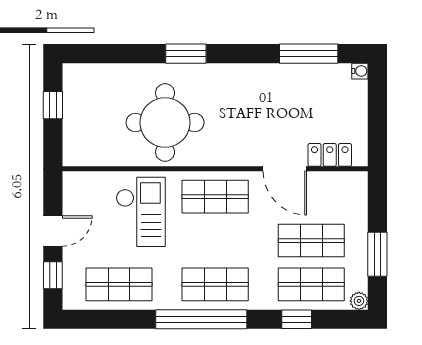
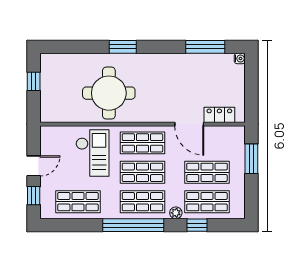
shop shelf: (215, 241) -> (142, 172), added
window: (377, 254) -> (251, 159), moved
plant: (359, 301) -> (176, 213), moved

